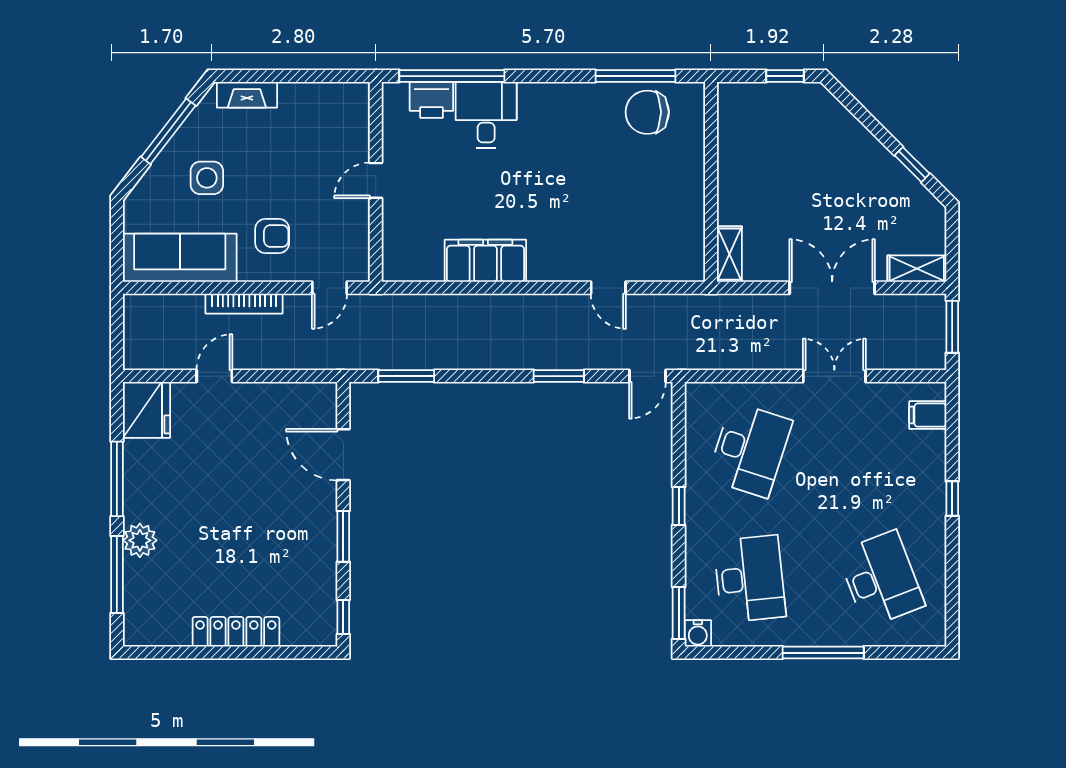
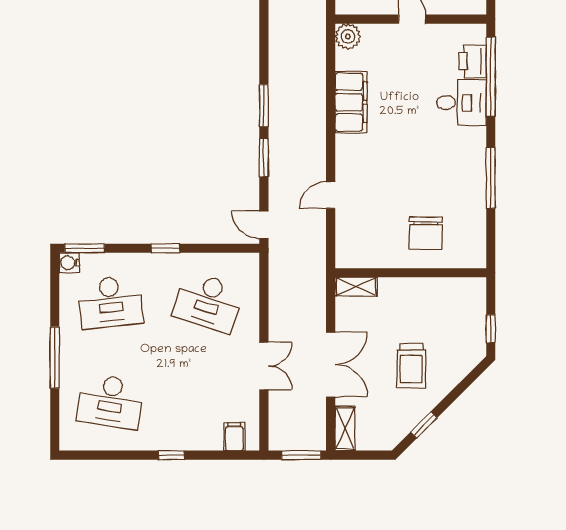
window: (636, 76) -> (491, 178), moved
chair: (647, 112) -> (426, 233), moved, turned 180
trolley: (834, 181) -> (411, 366), added
plant: (399, 265) -> (348, 36), added
window: (406, 376) -> (264, 106), moved
desk: (881, 579) -> (110, 401), turned 30

